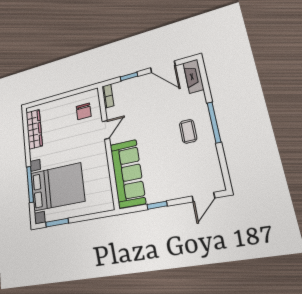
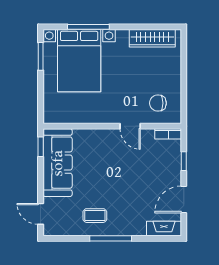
coffee table: (188, 131) -> (95, 216), moved
sofa: (128, 174) -> (58, 163), moved, turned -90
window: (157, 205) -> (41, 147), moved

